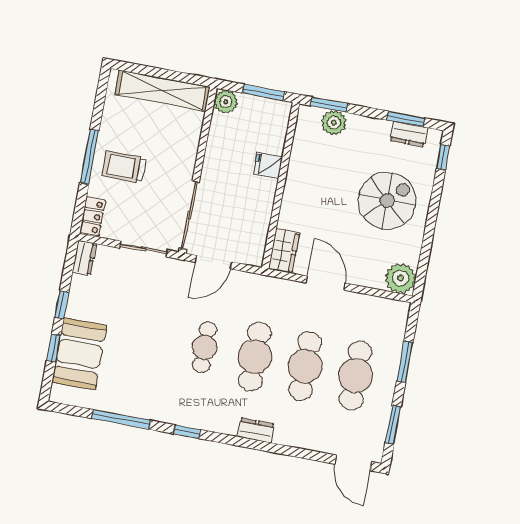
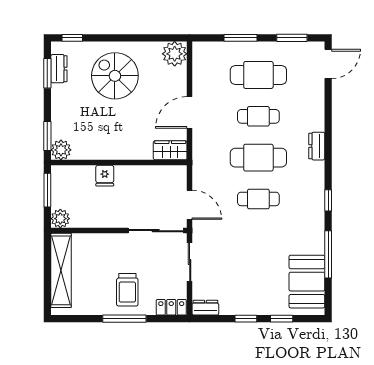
plant: (334, 123) -> (61, 150), moved
booth: (79, 354) -> (307, 282), moved, turned 90
cafe table: (305, 366) -> (258, 116), width x0.73, depth x0.74

